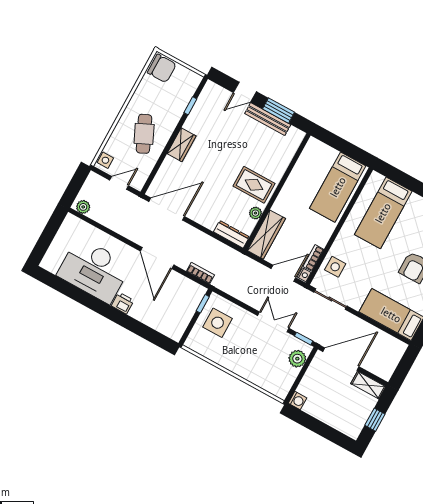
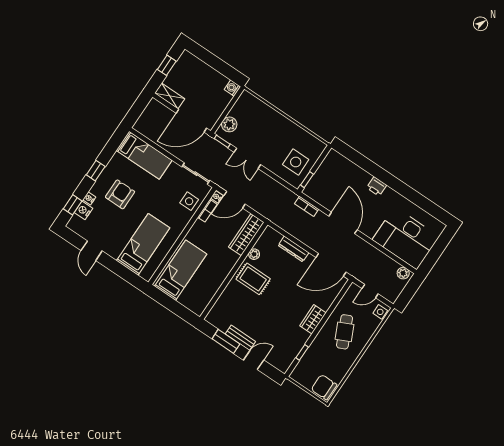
bench: (268, 119) -> (240, 338), width x0.73
dresser: (231, 234) -> (293, 249), moved
desk: (94, 270) -> (406, 238), moved, turned 180

